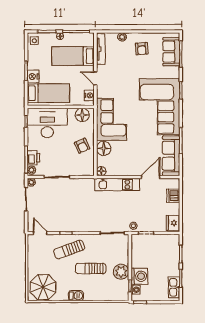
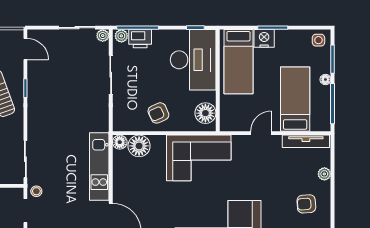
nightstand: (89, 95) -> (235, 124), removed
floor lamp: (104, 148) -> (139, 146), moved
door: (40, 233) -> (25, 49), hinge flipped

